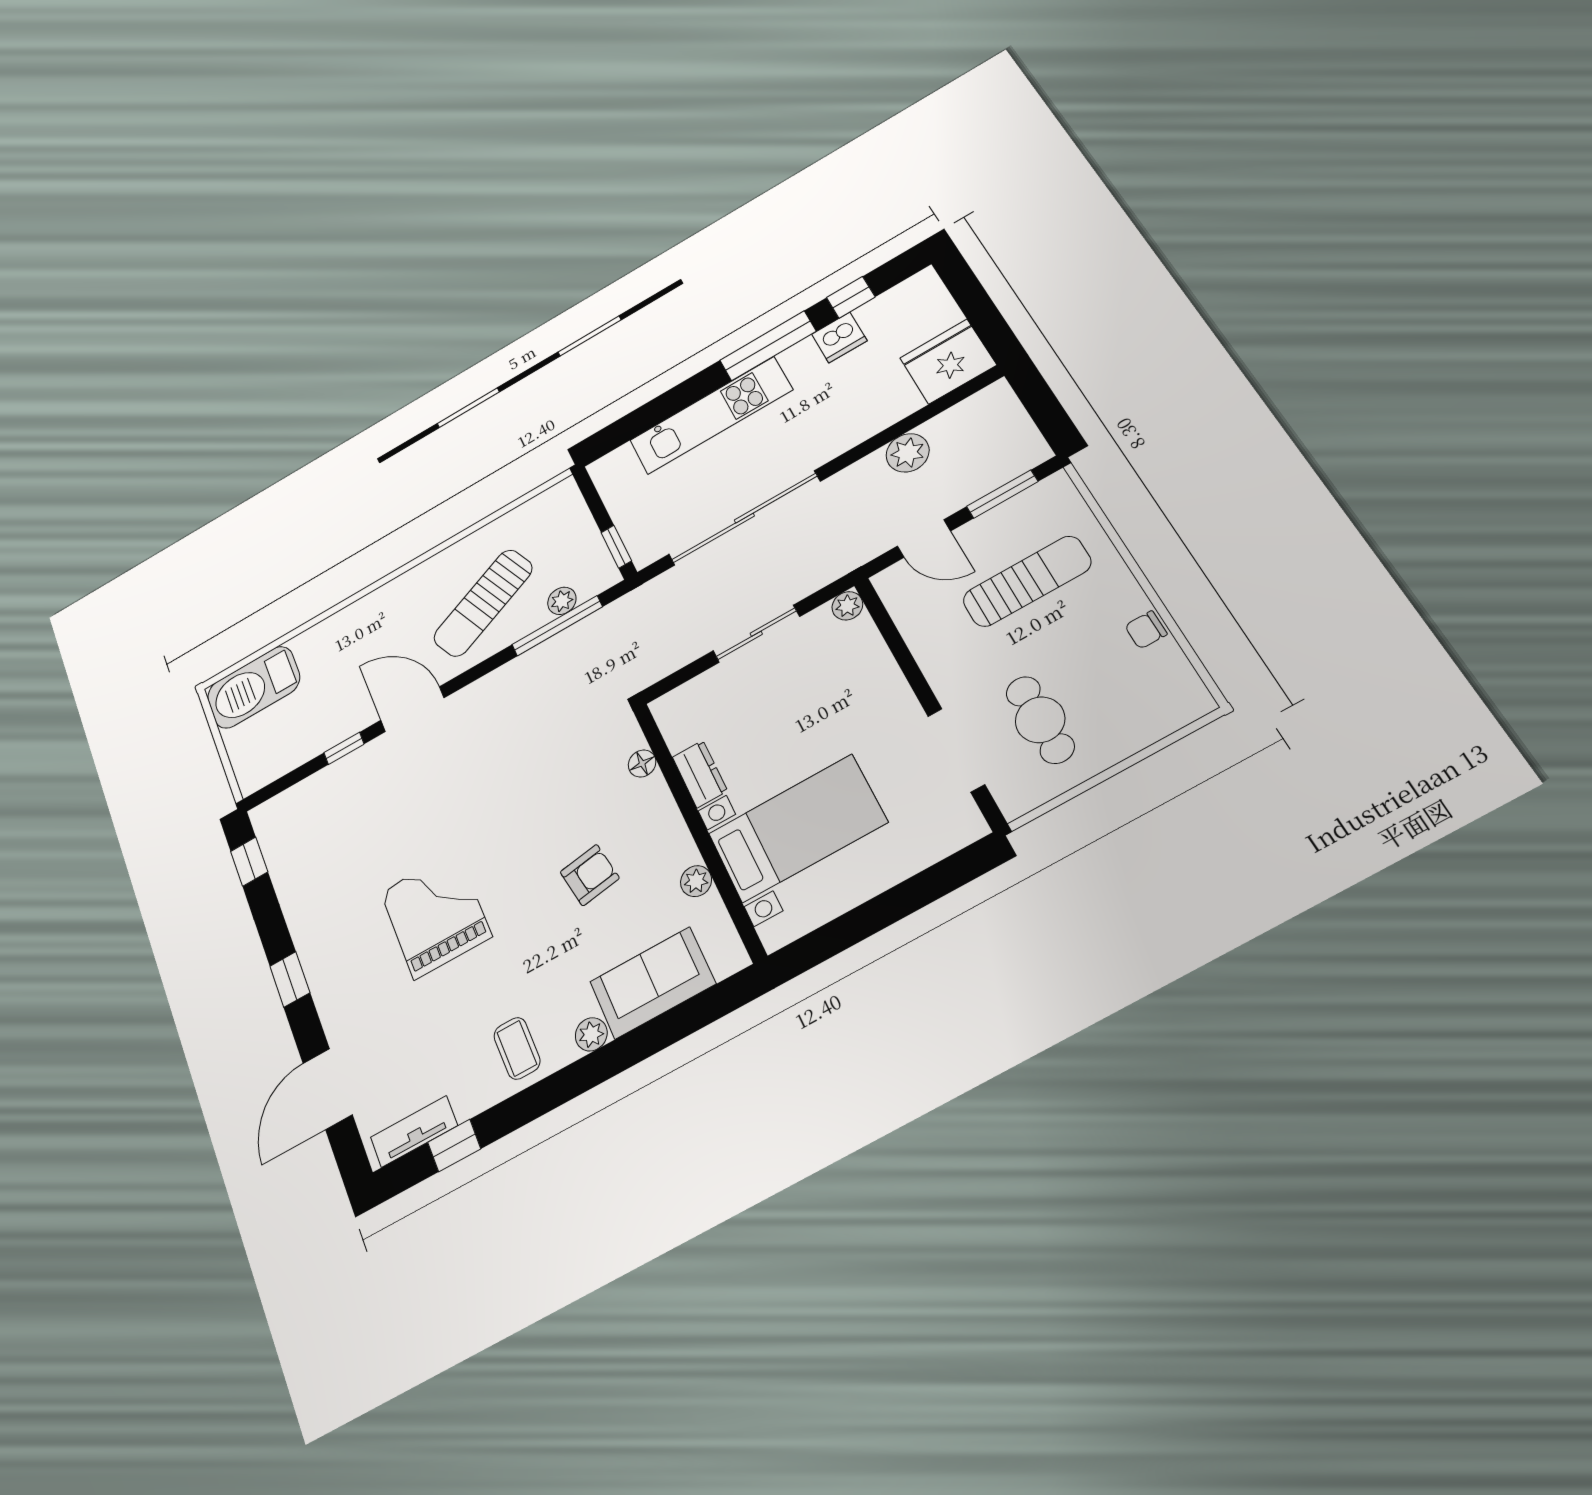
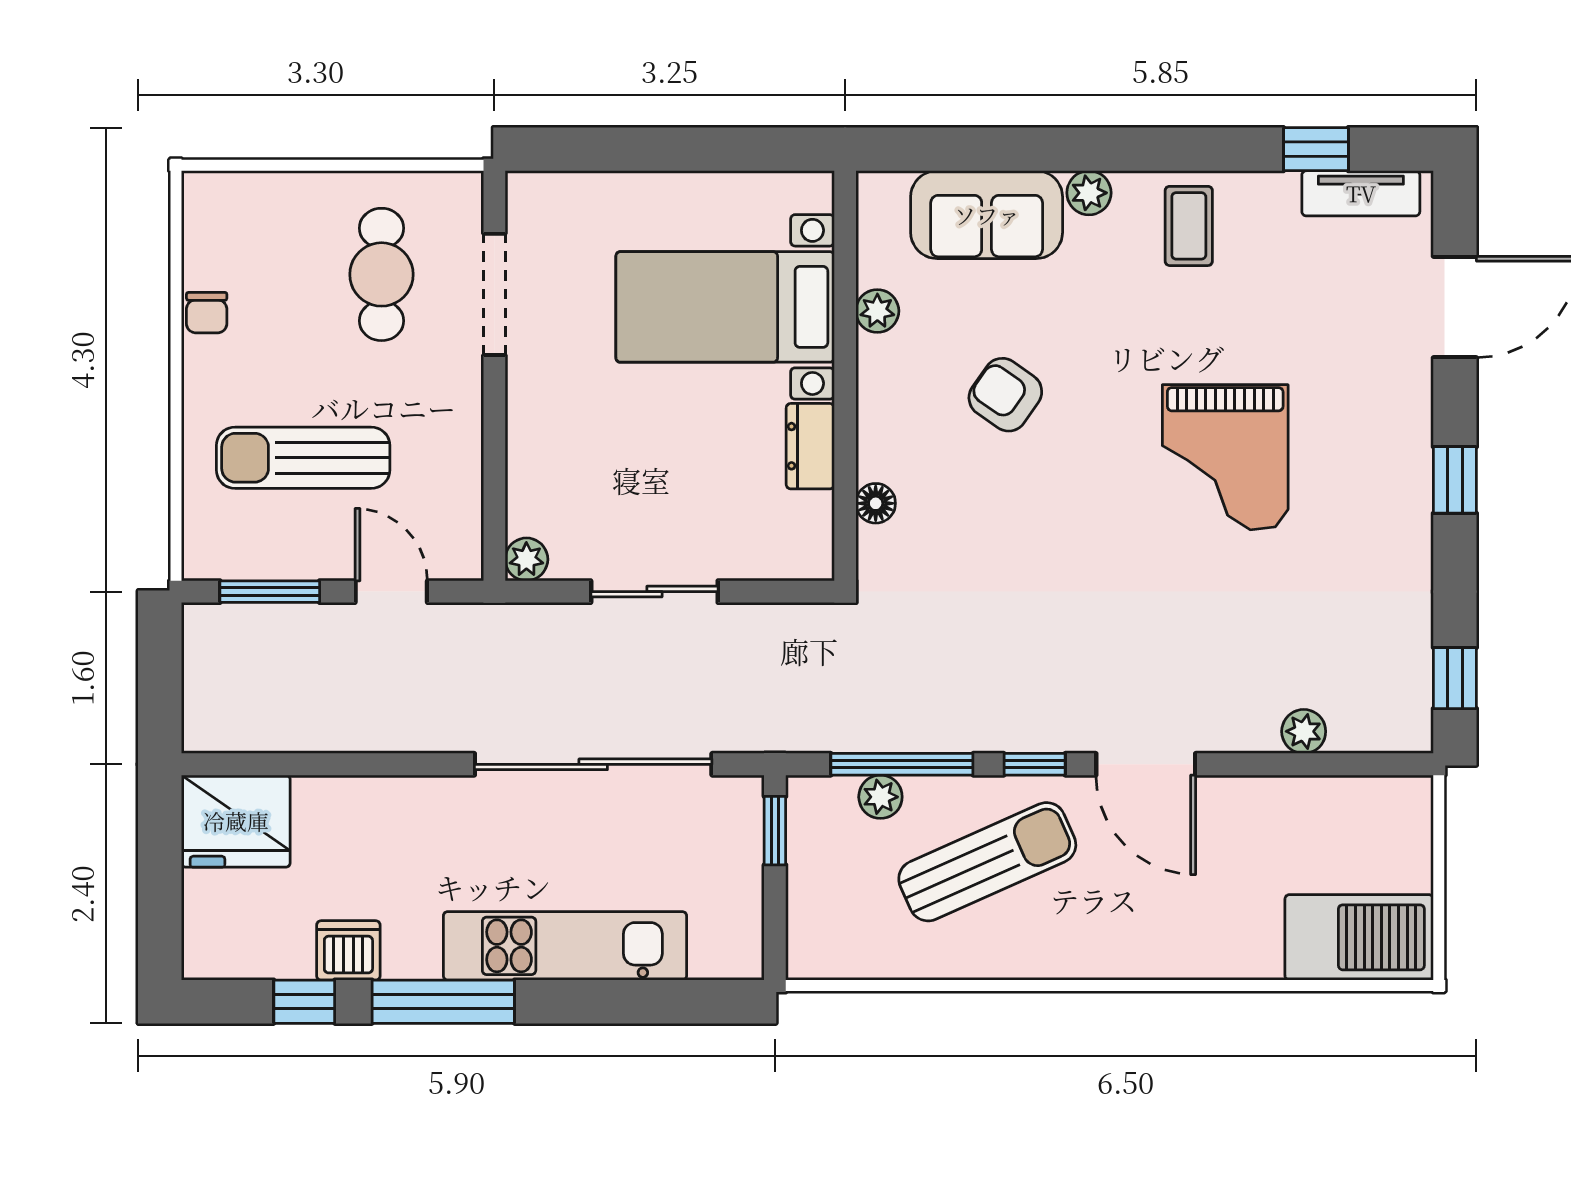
plant: (908, 453) -> (1304, 731), moved, width x0.73, depth x0.73
chair: (1146, 630) -> (207, 313), turned 90
window: (344, 748) -> (1035, 764), moved
armchair: (590, 875) -> (1005, 395), turned 44

